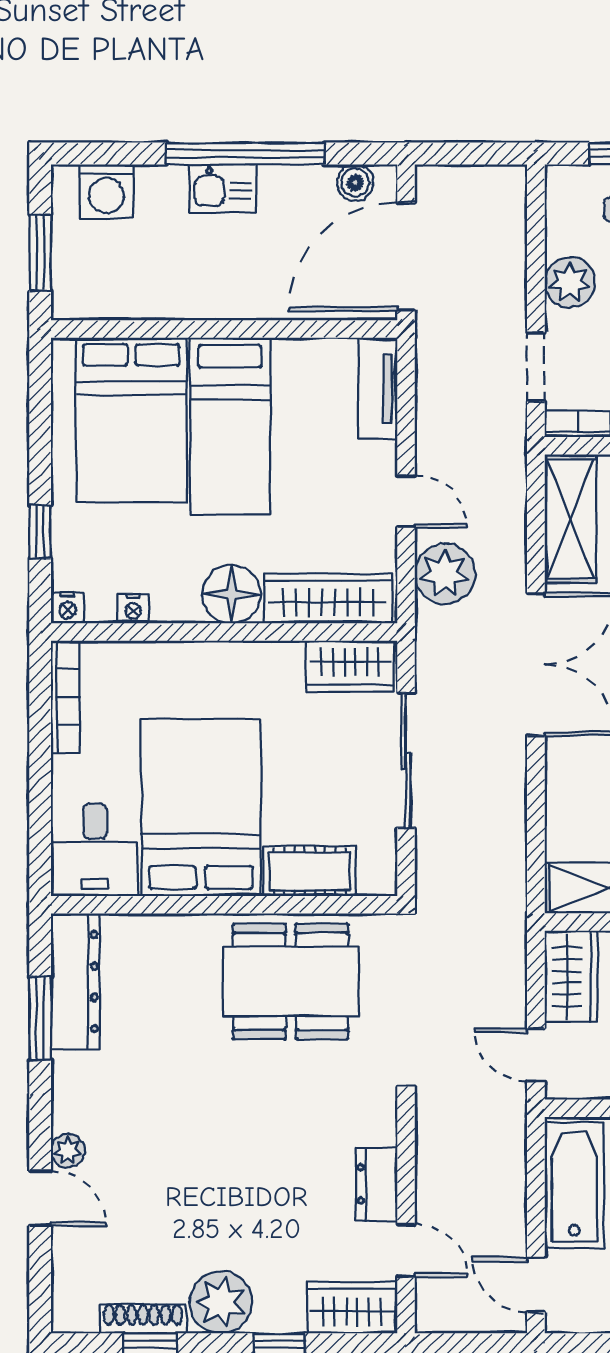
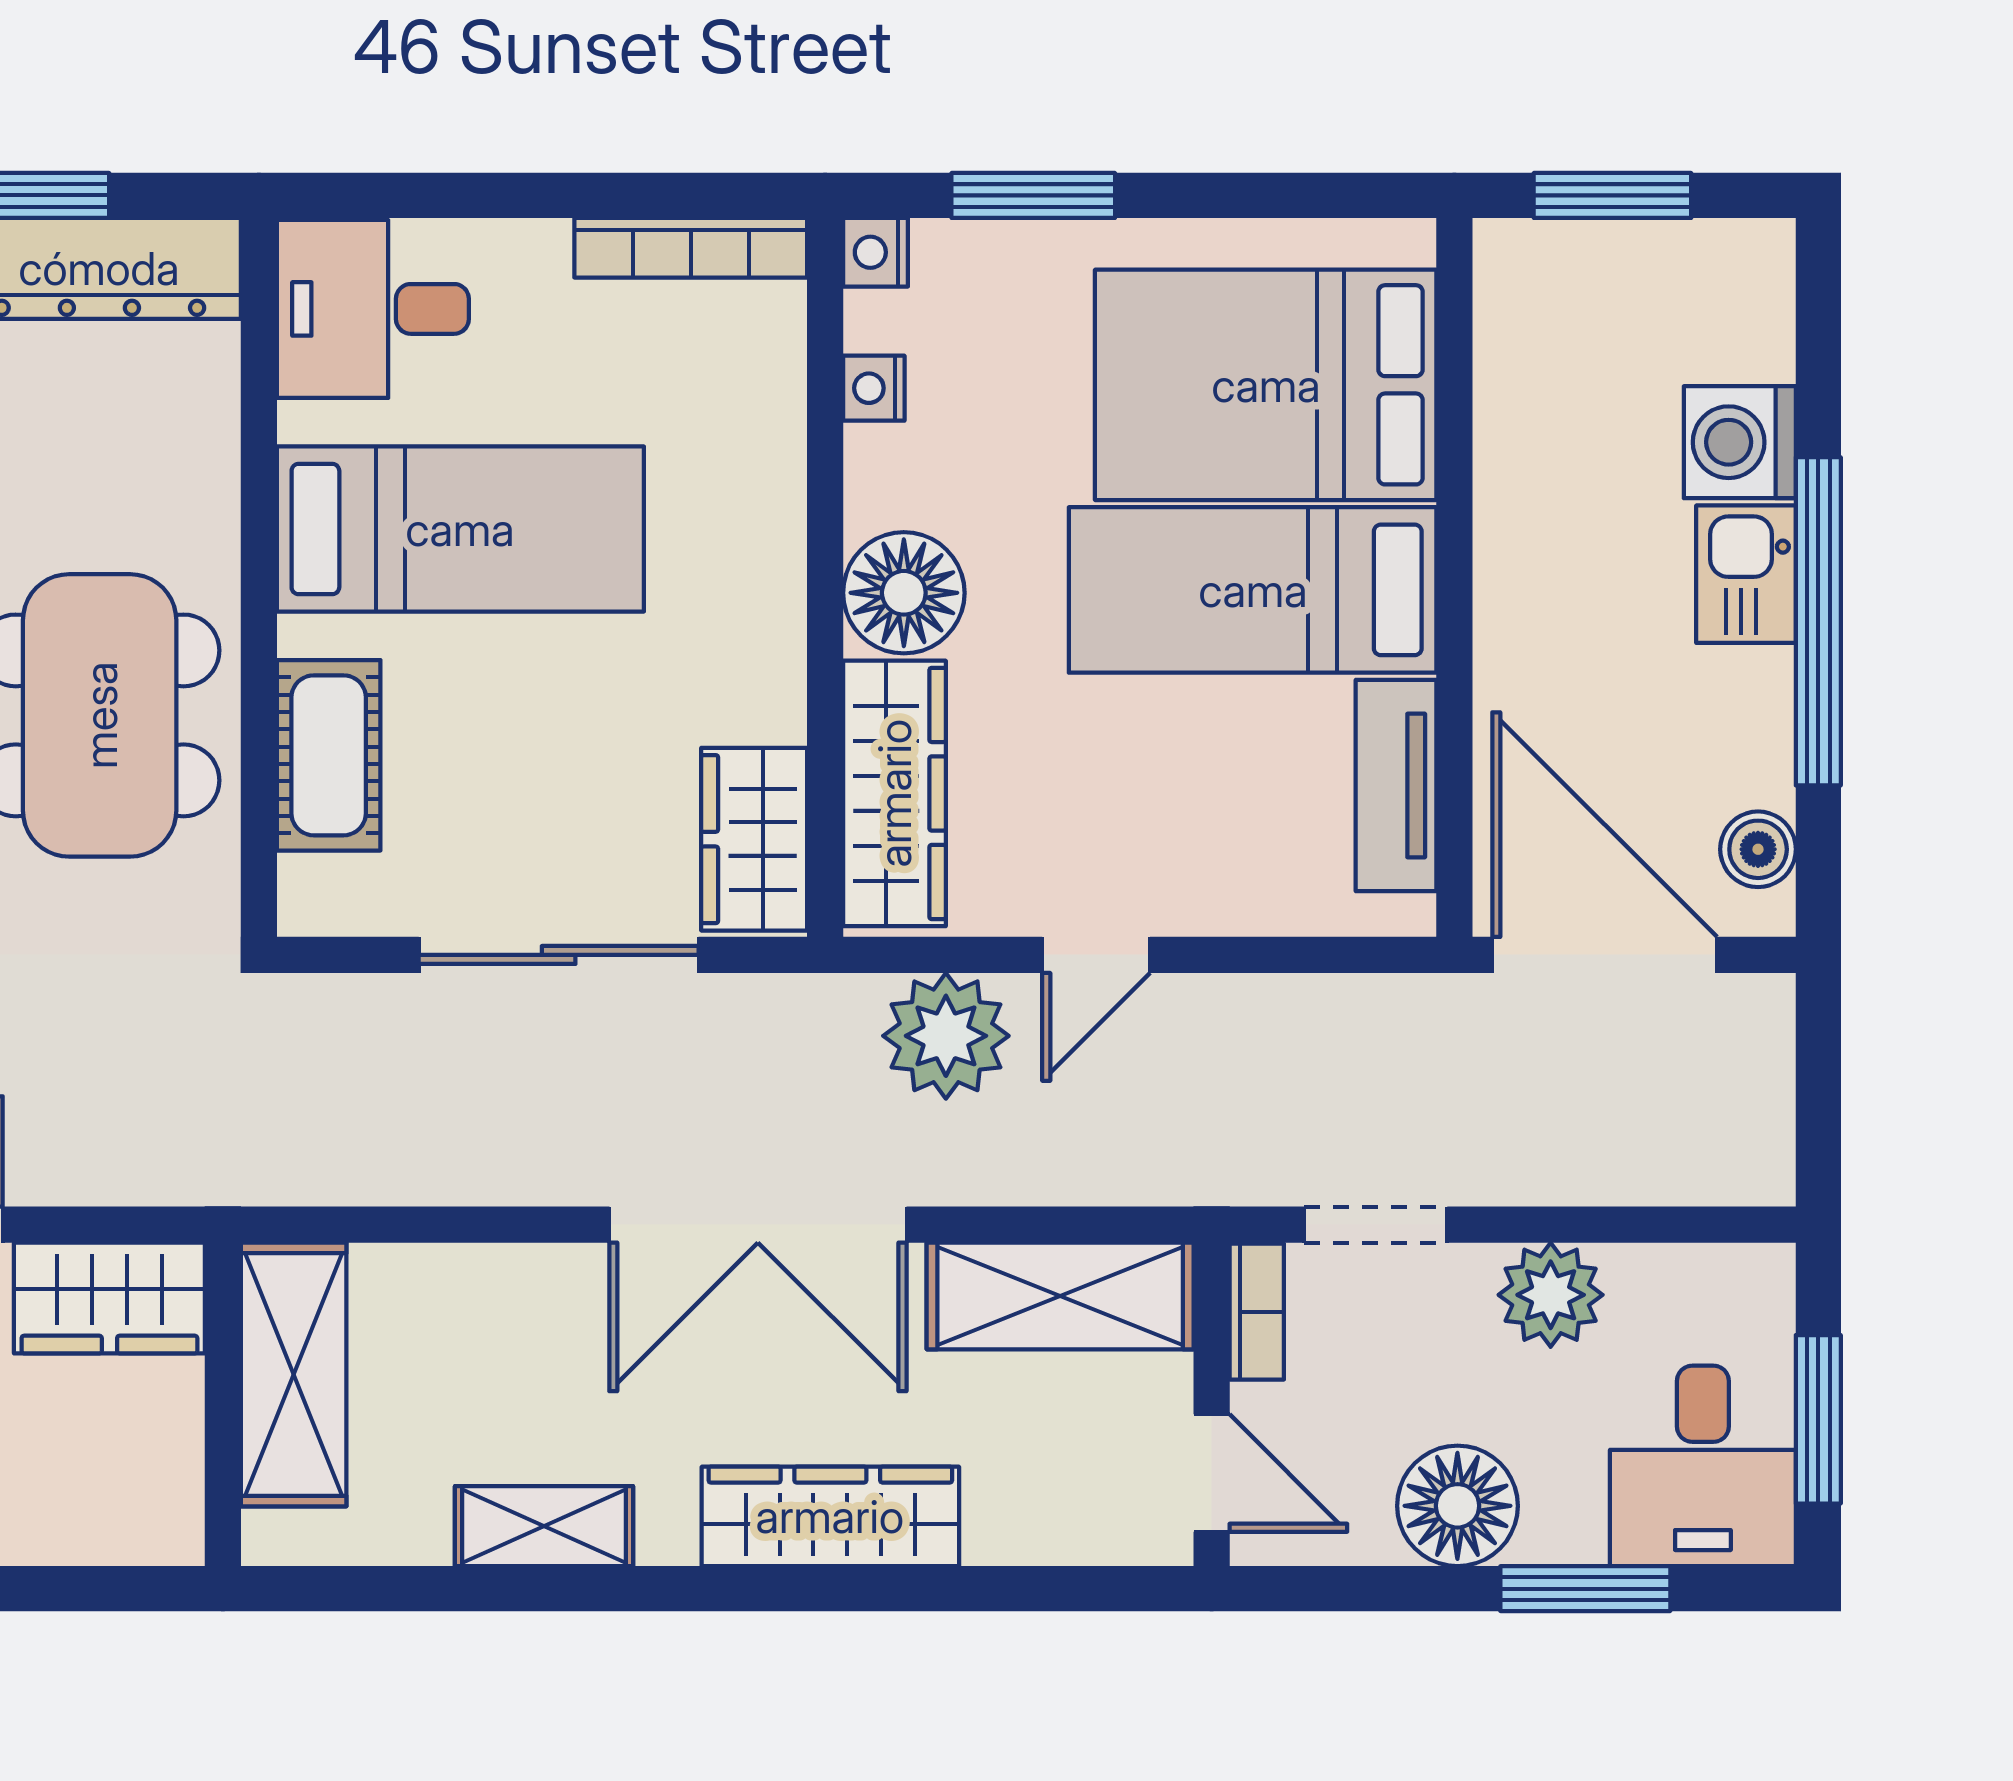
washing machine: (106, 191) -> (1740, 442), moved
tv unit: (378, 388) -> (1396, 786), moved, turned -90
window: (40, 532) -> (1033, 195), width x1.50
bed: (201, 808) -> (460, 529), width x0.67

